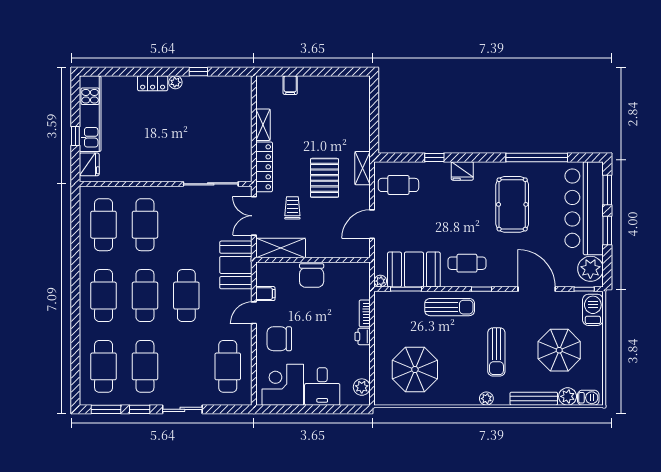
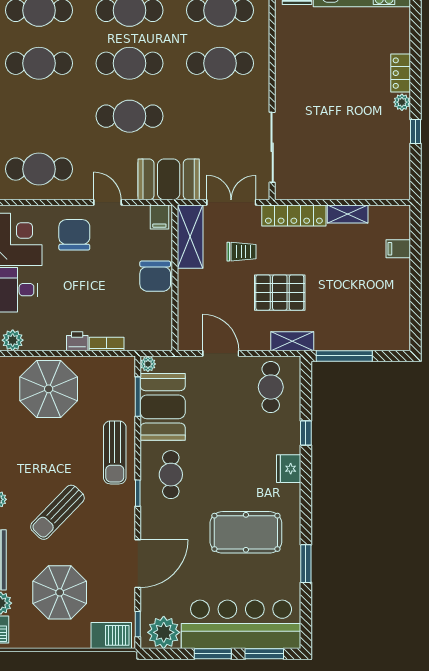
window: (374, 127) -> (344, 356), added
window: (537, 157) -> (306, 564), width x0.47
chair: (312, 275) -> (155, 276), turned -90
filing cabinet: (265, 294) -> (159, 217), moved
sun lounger: (496, 352) -> (57, 512), turned -46
parasol: (415, 370) -> (49, 389), moved

